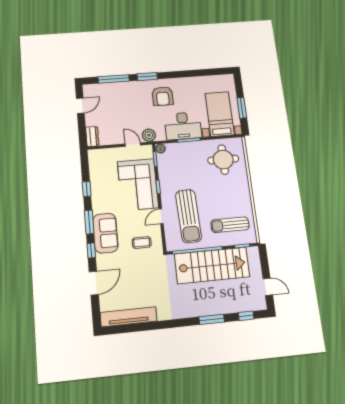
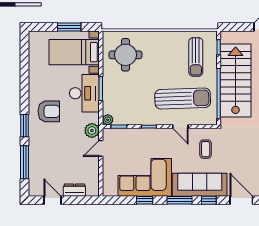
dresser: (92, 136) -> (74, 190), moved
corner sofa: (138, 185) -> (145, 177), moved, turned 180
sofa: (105, 233) -> (200, 185), width x1.36

